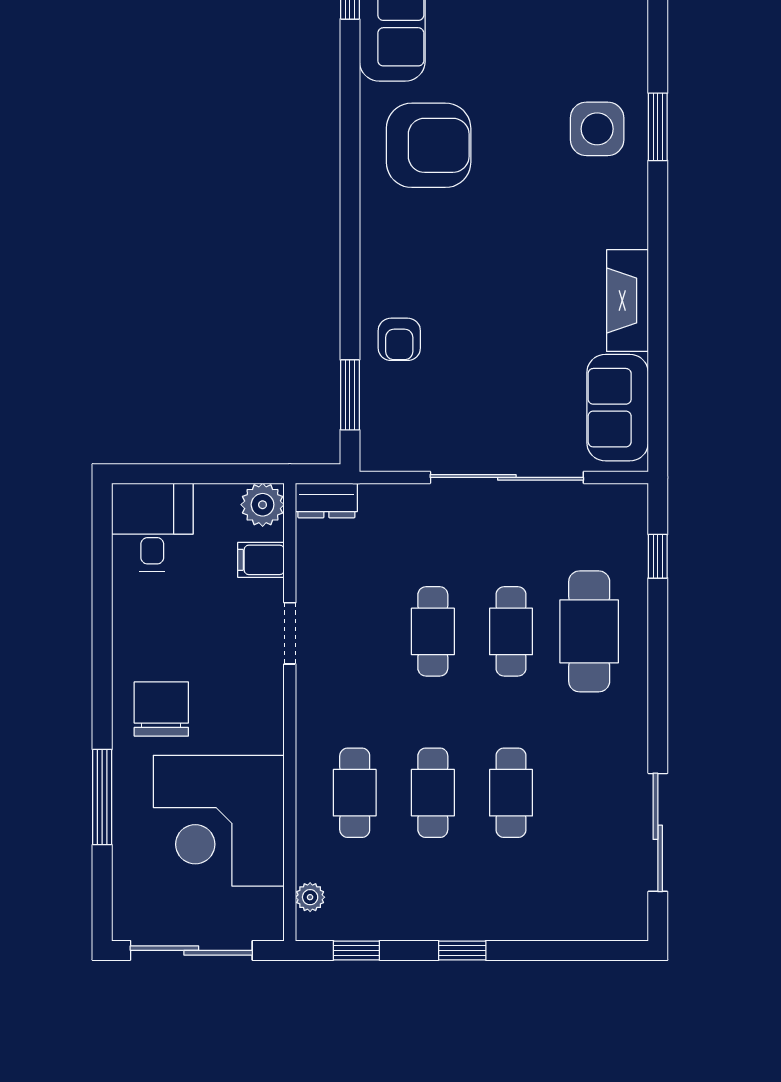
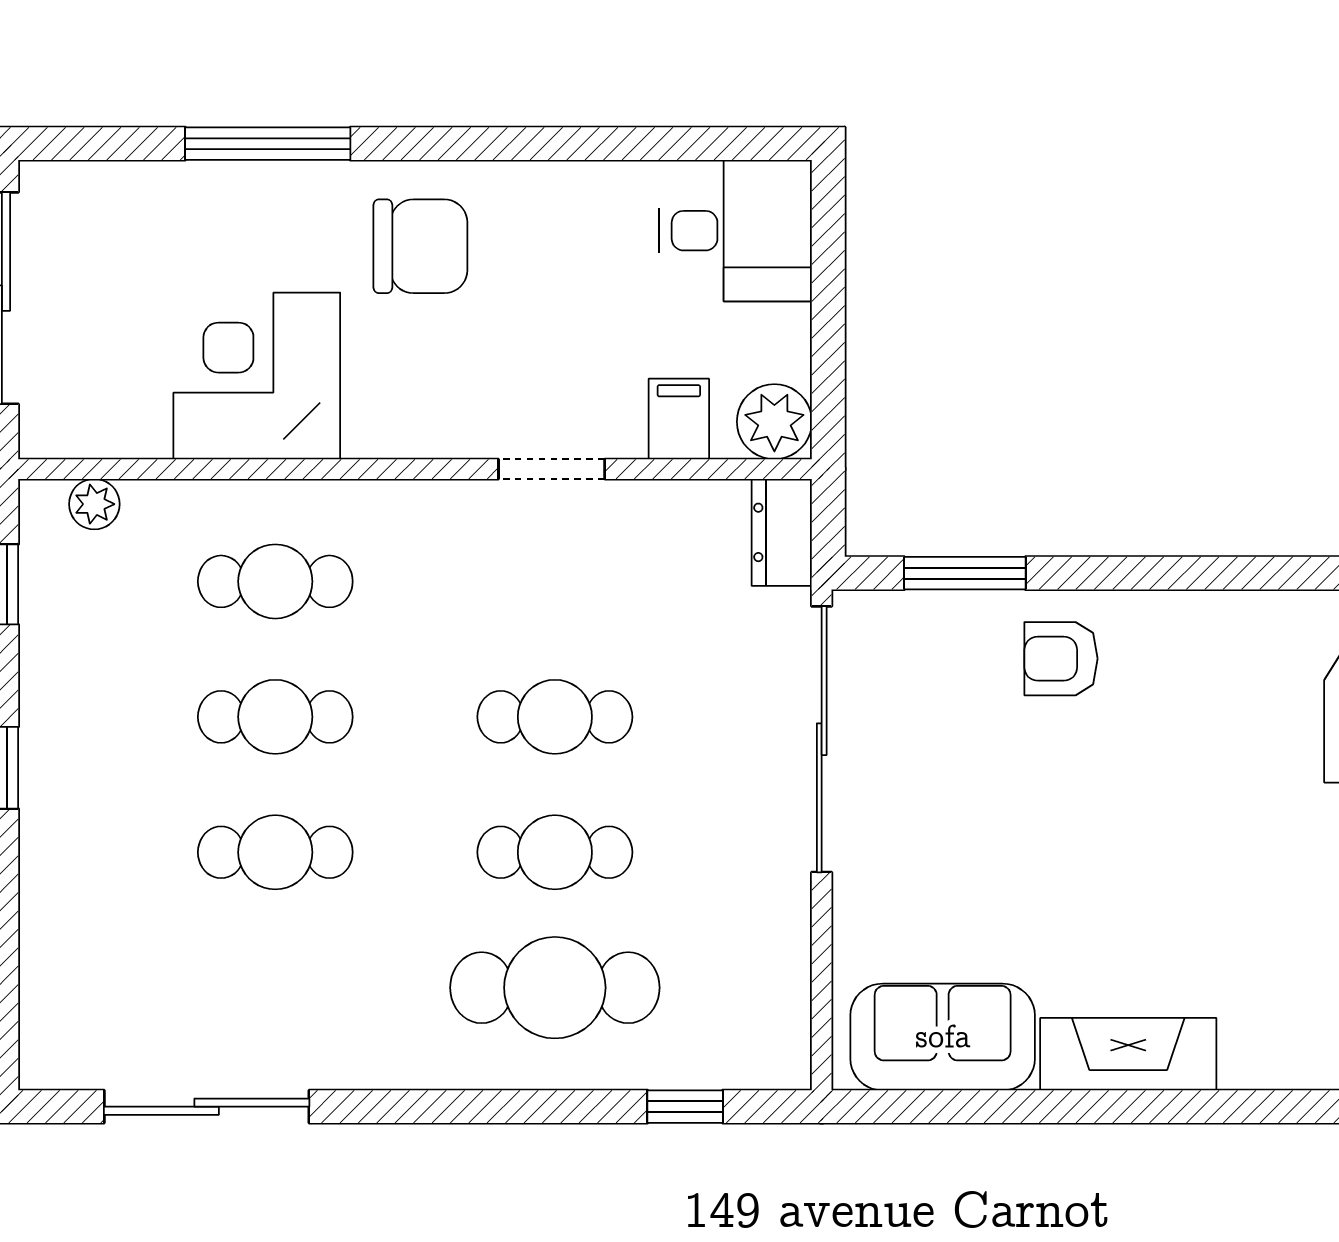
sliding door: (507, 477) -> (822, 739), moved
corner desk: (219, 821) -> (257, 376), width x0.74, depth x0.74

